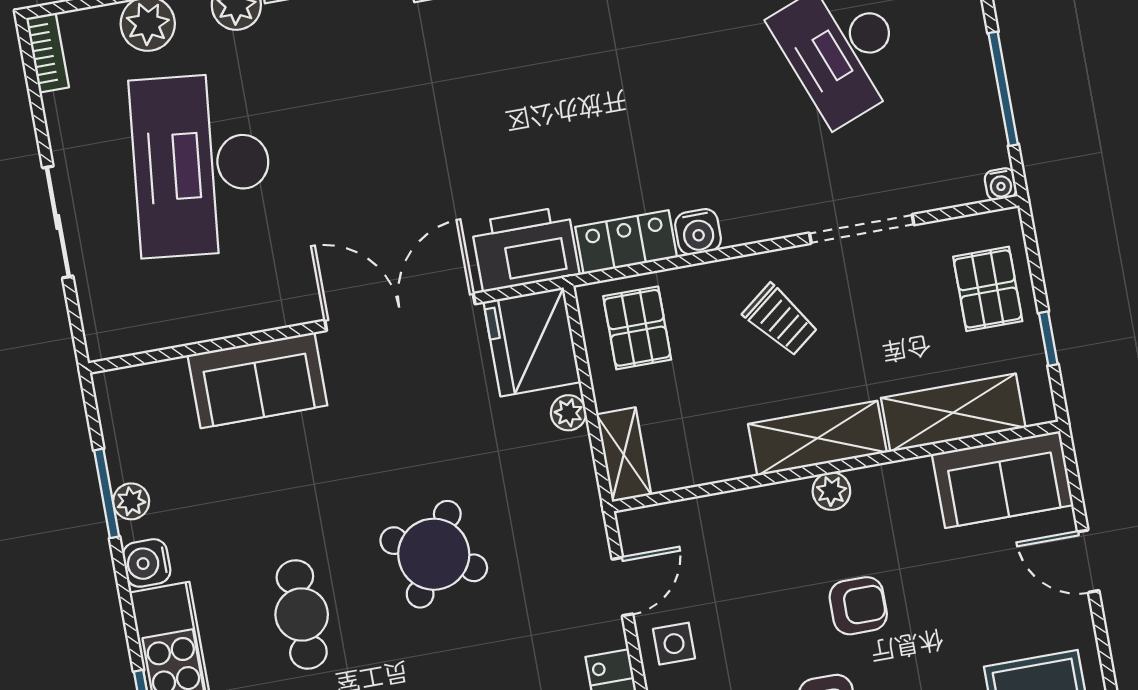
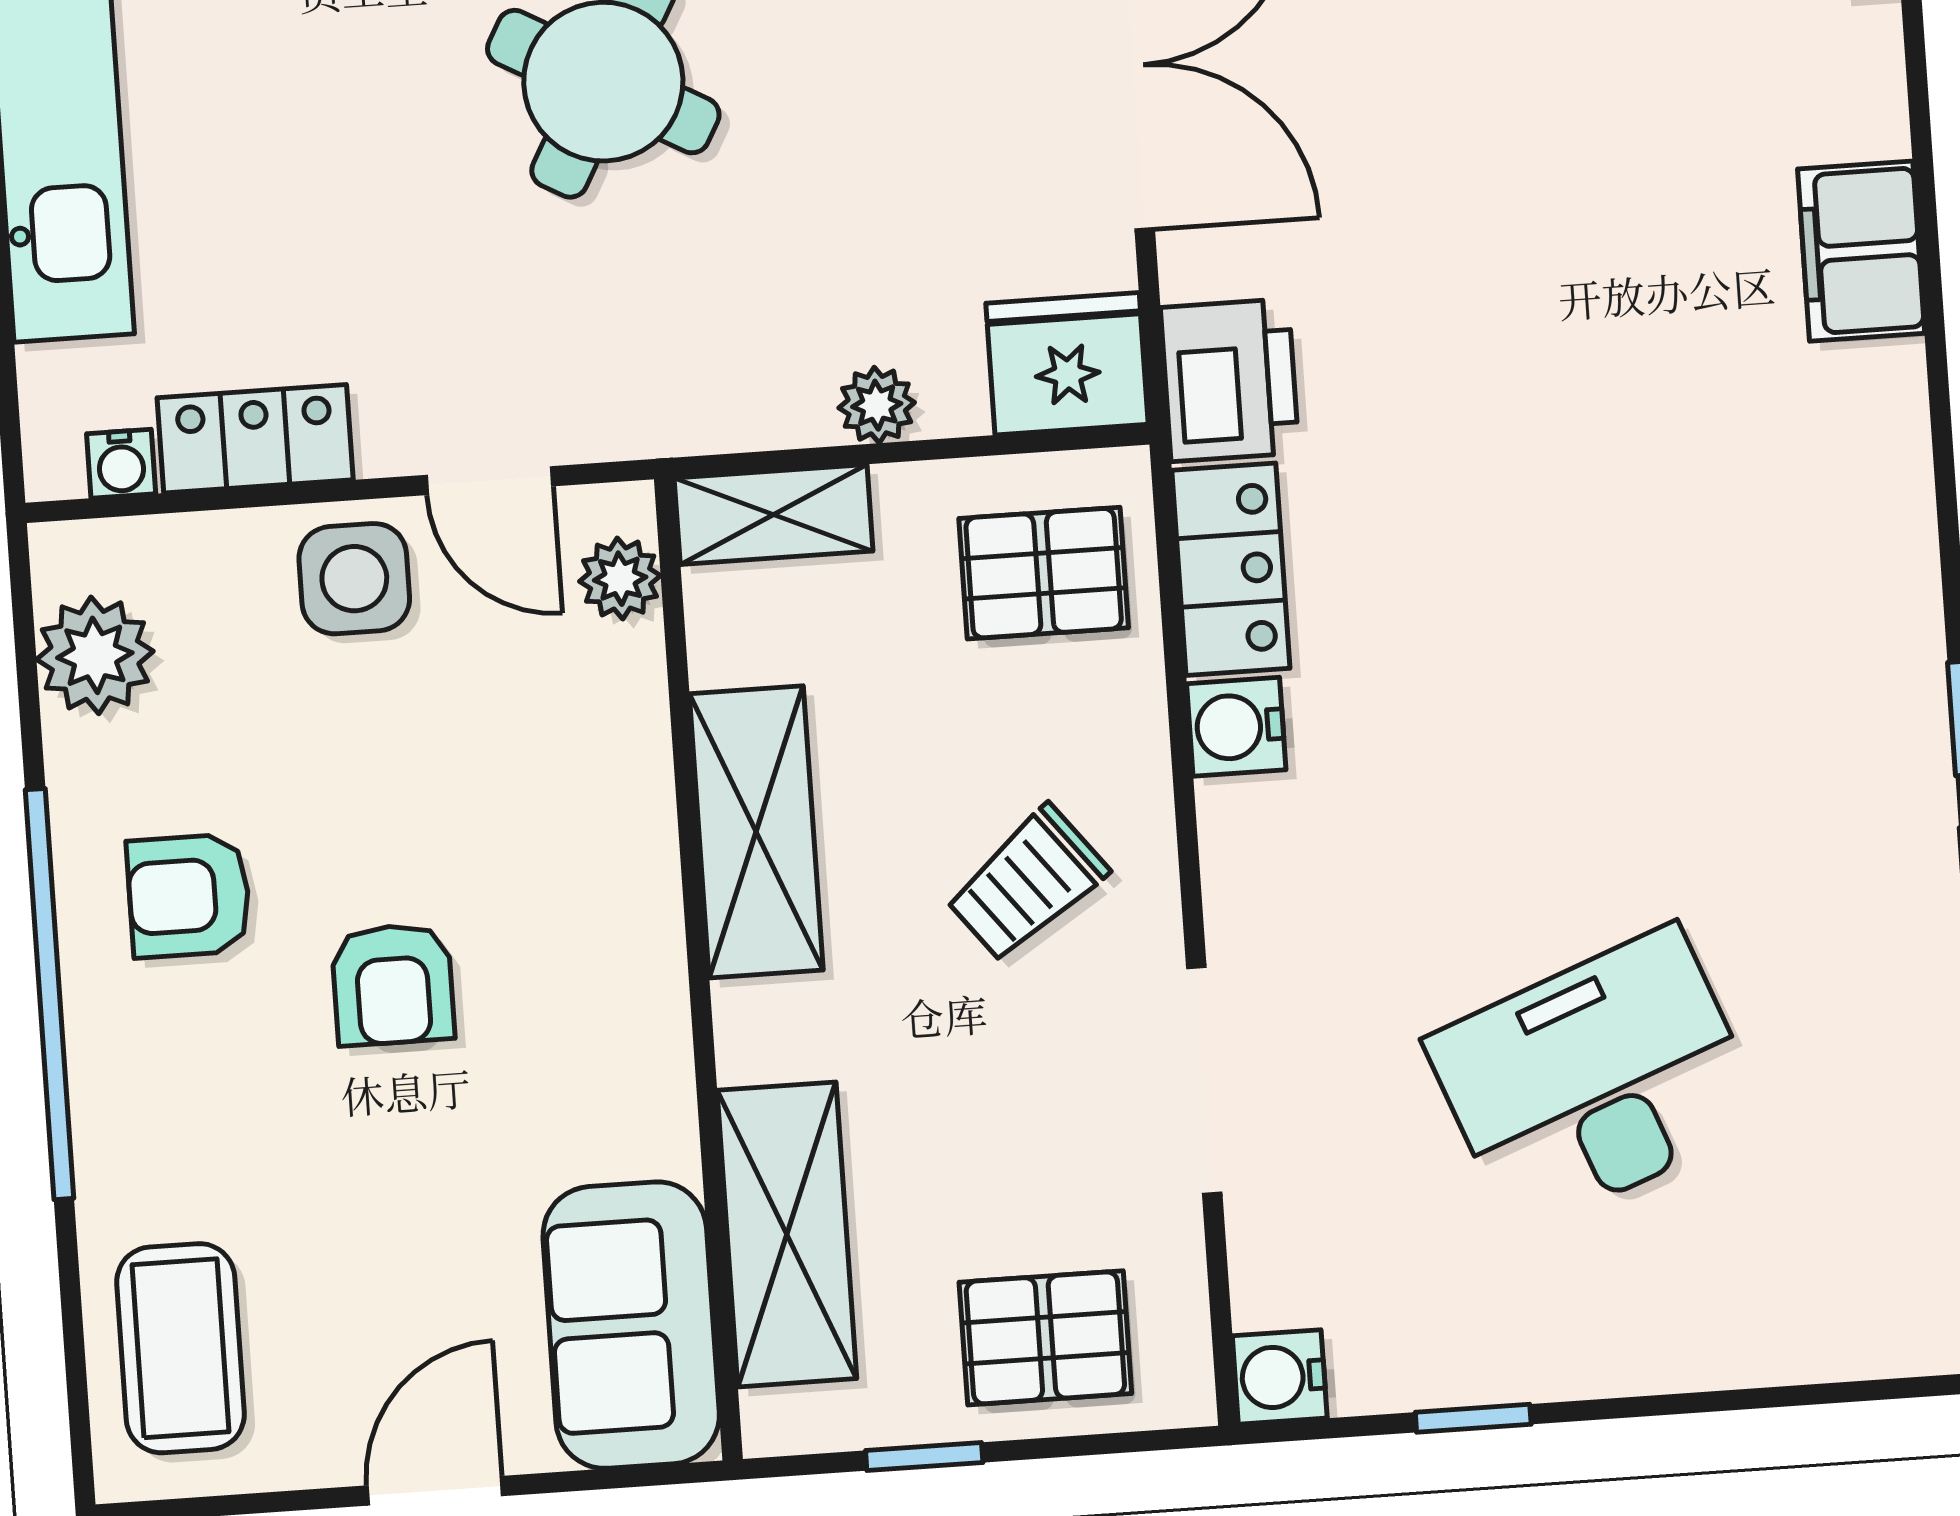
window: (1003, 89) -> (1473, 1418), width x0.46
water cooler: (1001, 184) -> (1280, 1377), width x1.38, depth x1.38
printer: (525, 249) -> (1230, 380), width x0.73, depth x0.84
fridge: (532, 342) -> (1067, 364), width x0.73, depth x0.75
shelving: (817, 438) -> (756, 832), moved
plant: (831, 491) -> (620, 579), moved
side table: (674, 644) -> (354, 579), width x1.37, depth x1.37

